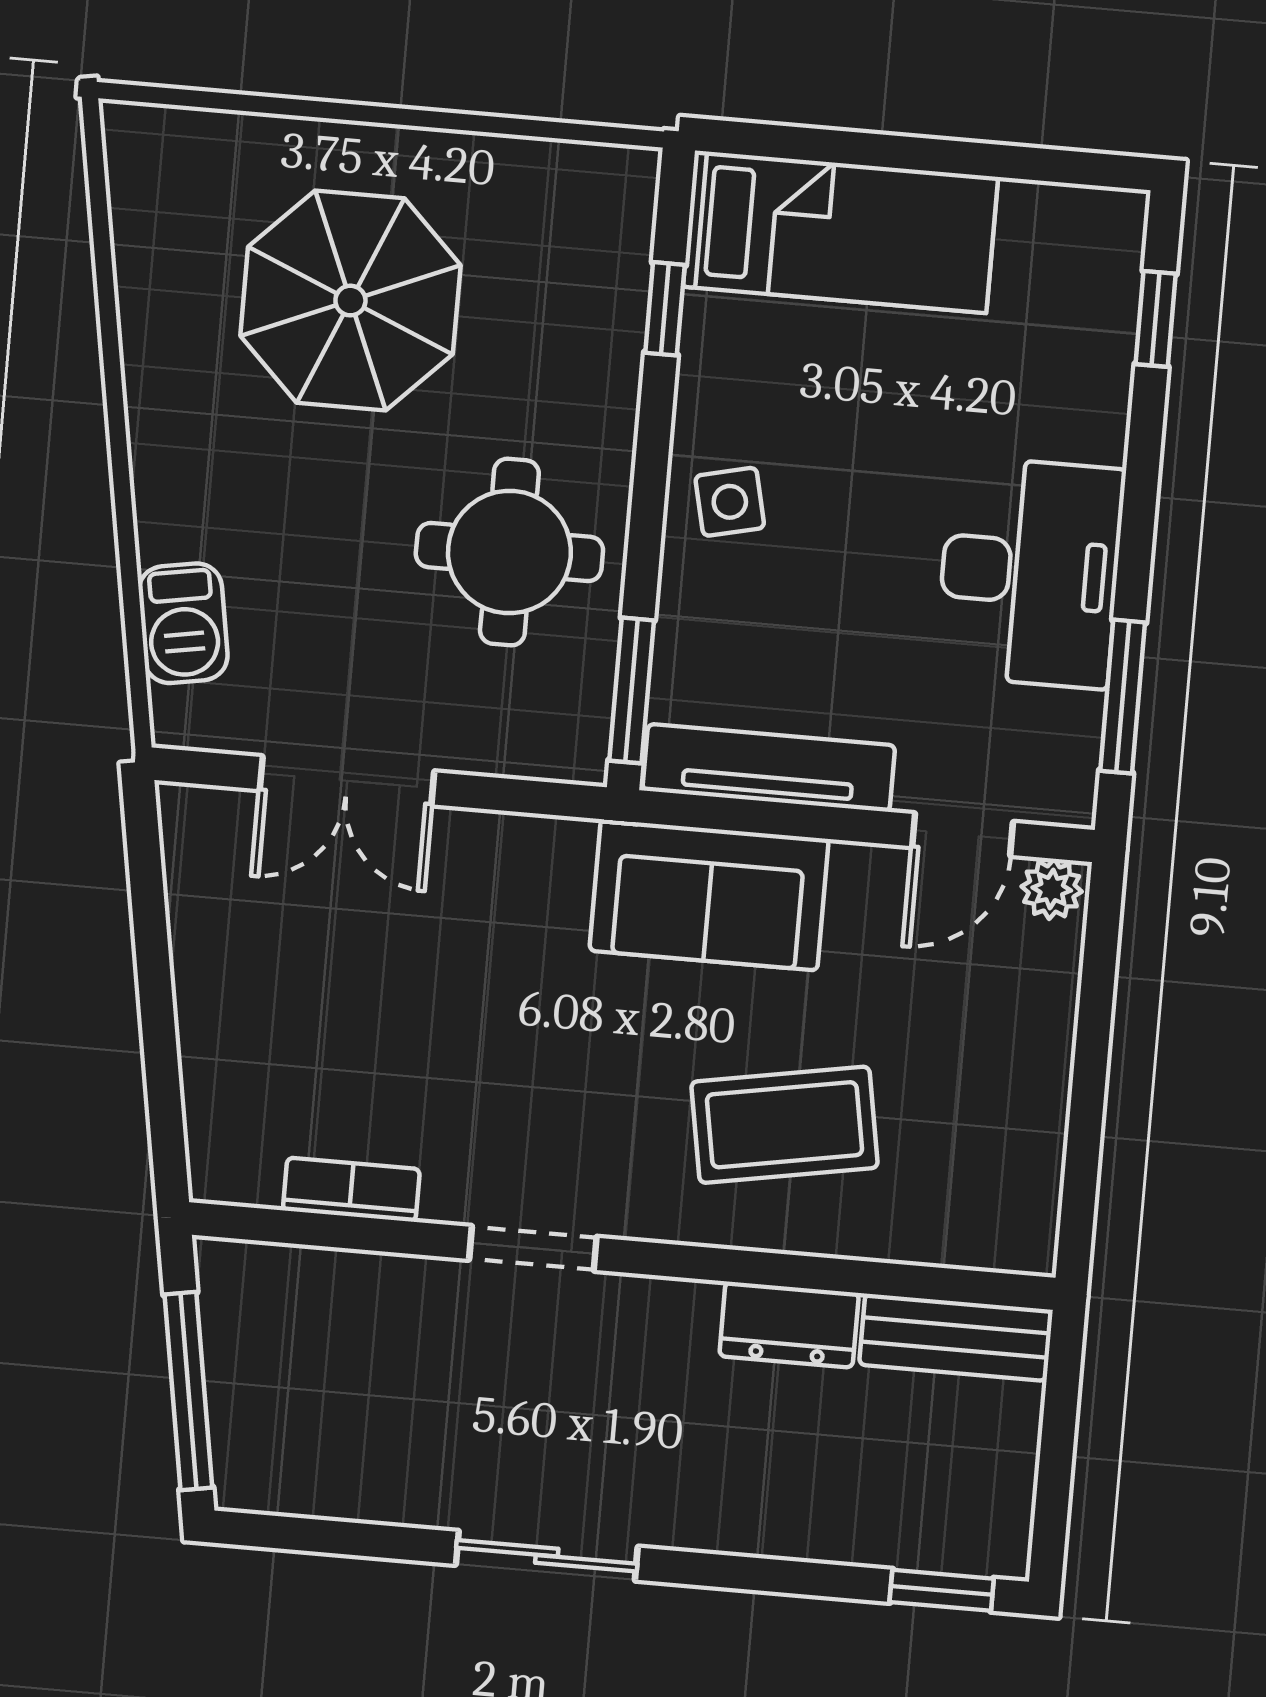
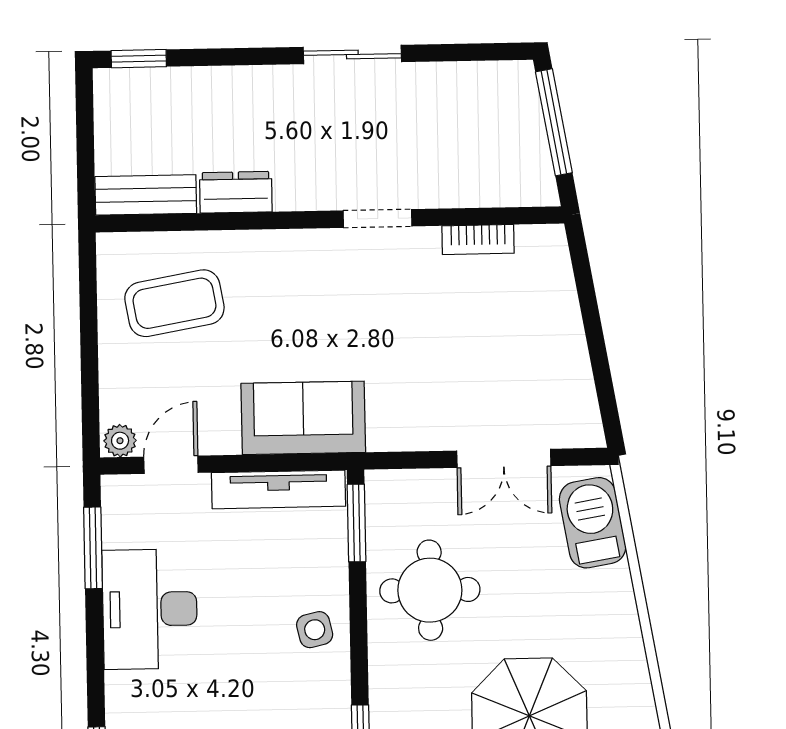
barbecue: (183, 623) -> (593, 523), width x1.38, depth x1.27
double door: (347, 781) -> (504, 458), swing flipped
coffee table: (784, 1125) -> (174, 303), moved

